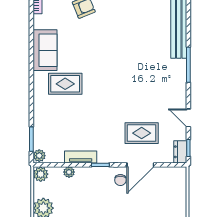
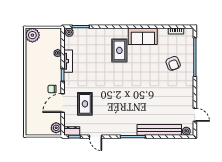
door: (188, 118) -> (96, 137), swing flipped
door: (140, 165) -> (63, 103), hinge flipped
plant: (41, 174) -> (56, 128), moved

